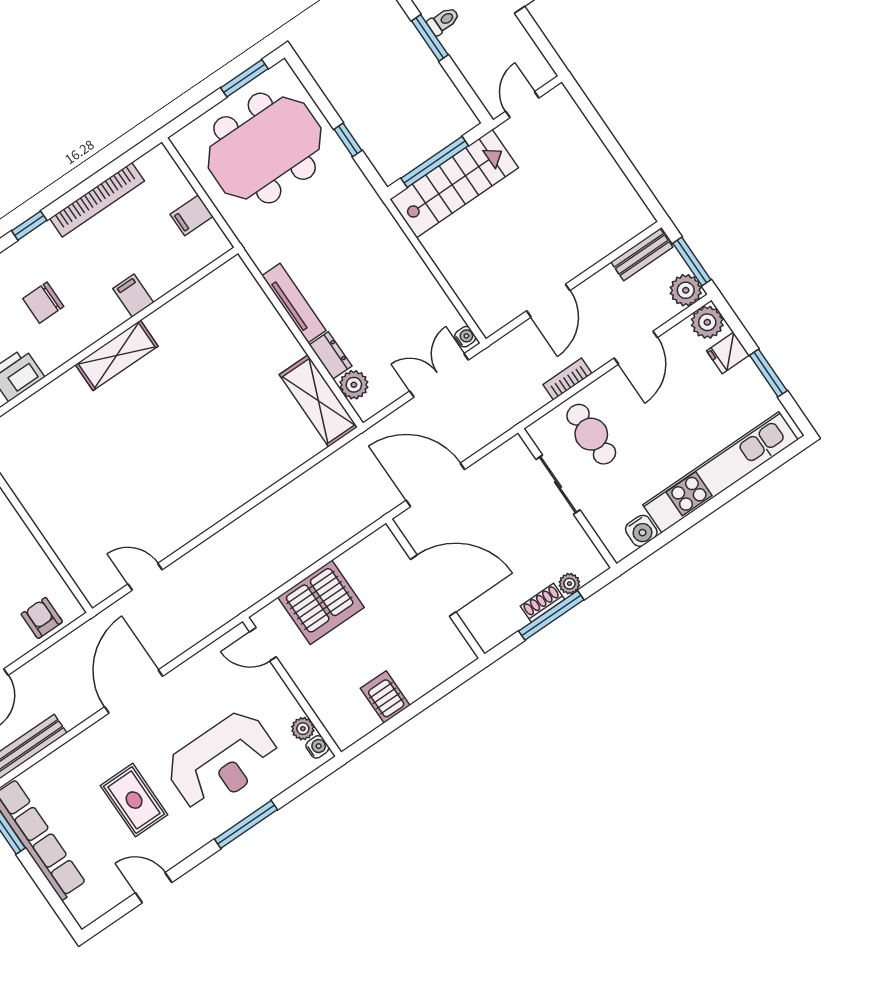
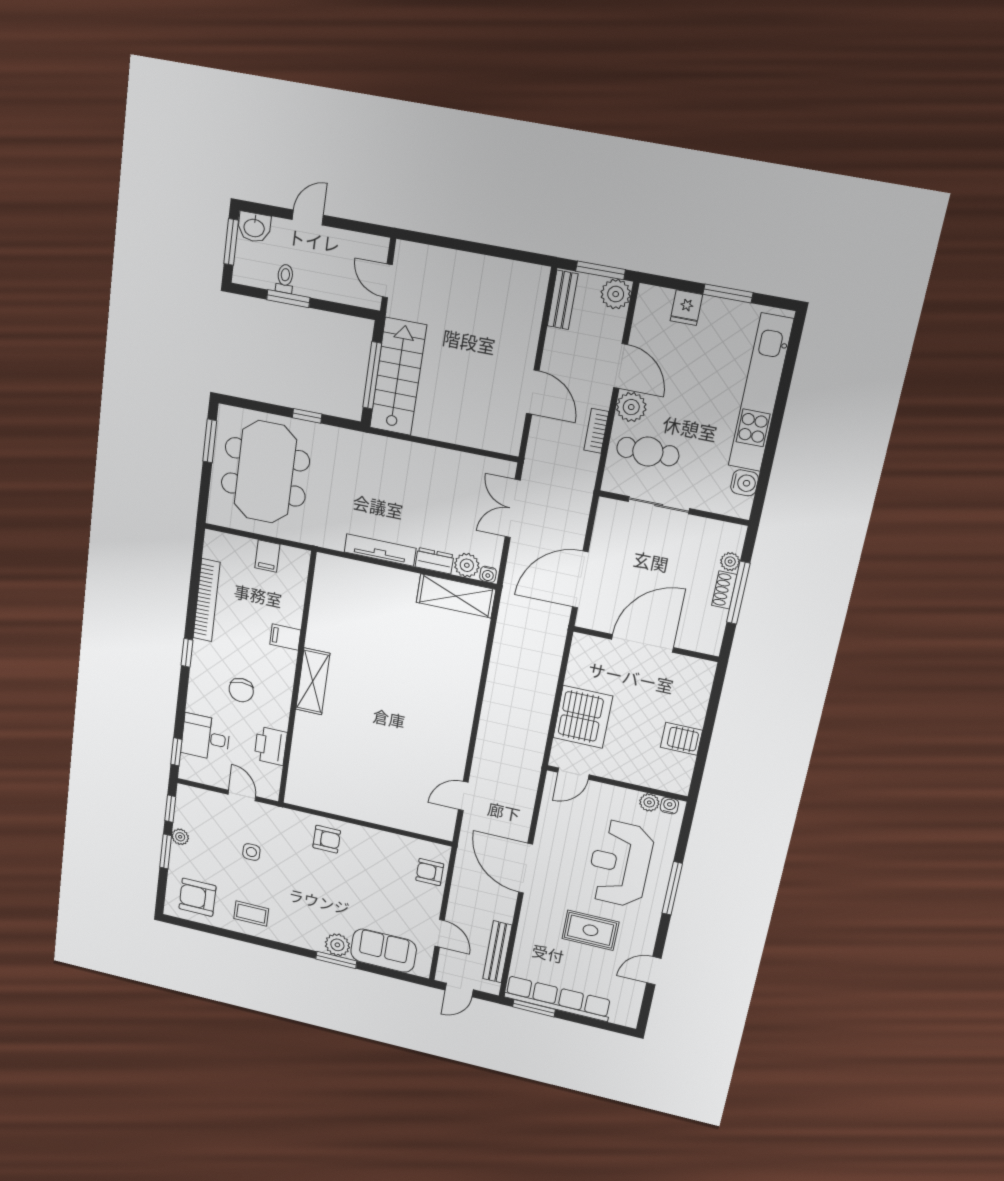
plant: (707, 322) -> (631, 407), moved
water cooler: (465, 337) -> (488, 574), moved, turned 180
reception desk: (222, 761) -> (620, 864), turned 180

